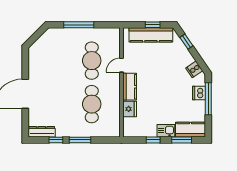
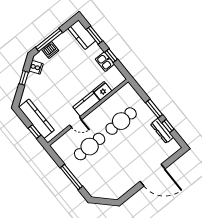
window: (153, 25) -> (35, 132), moved
window: (186, 42) -> (24, 78), moved
kitchen sink: (166, 131) -> (105, 62), moved
dresser: (42, 132) -> (162, 131), moved

